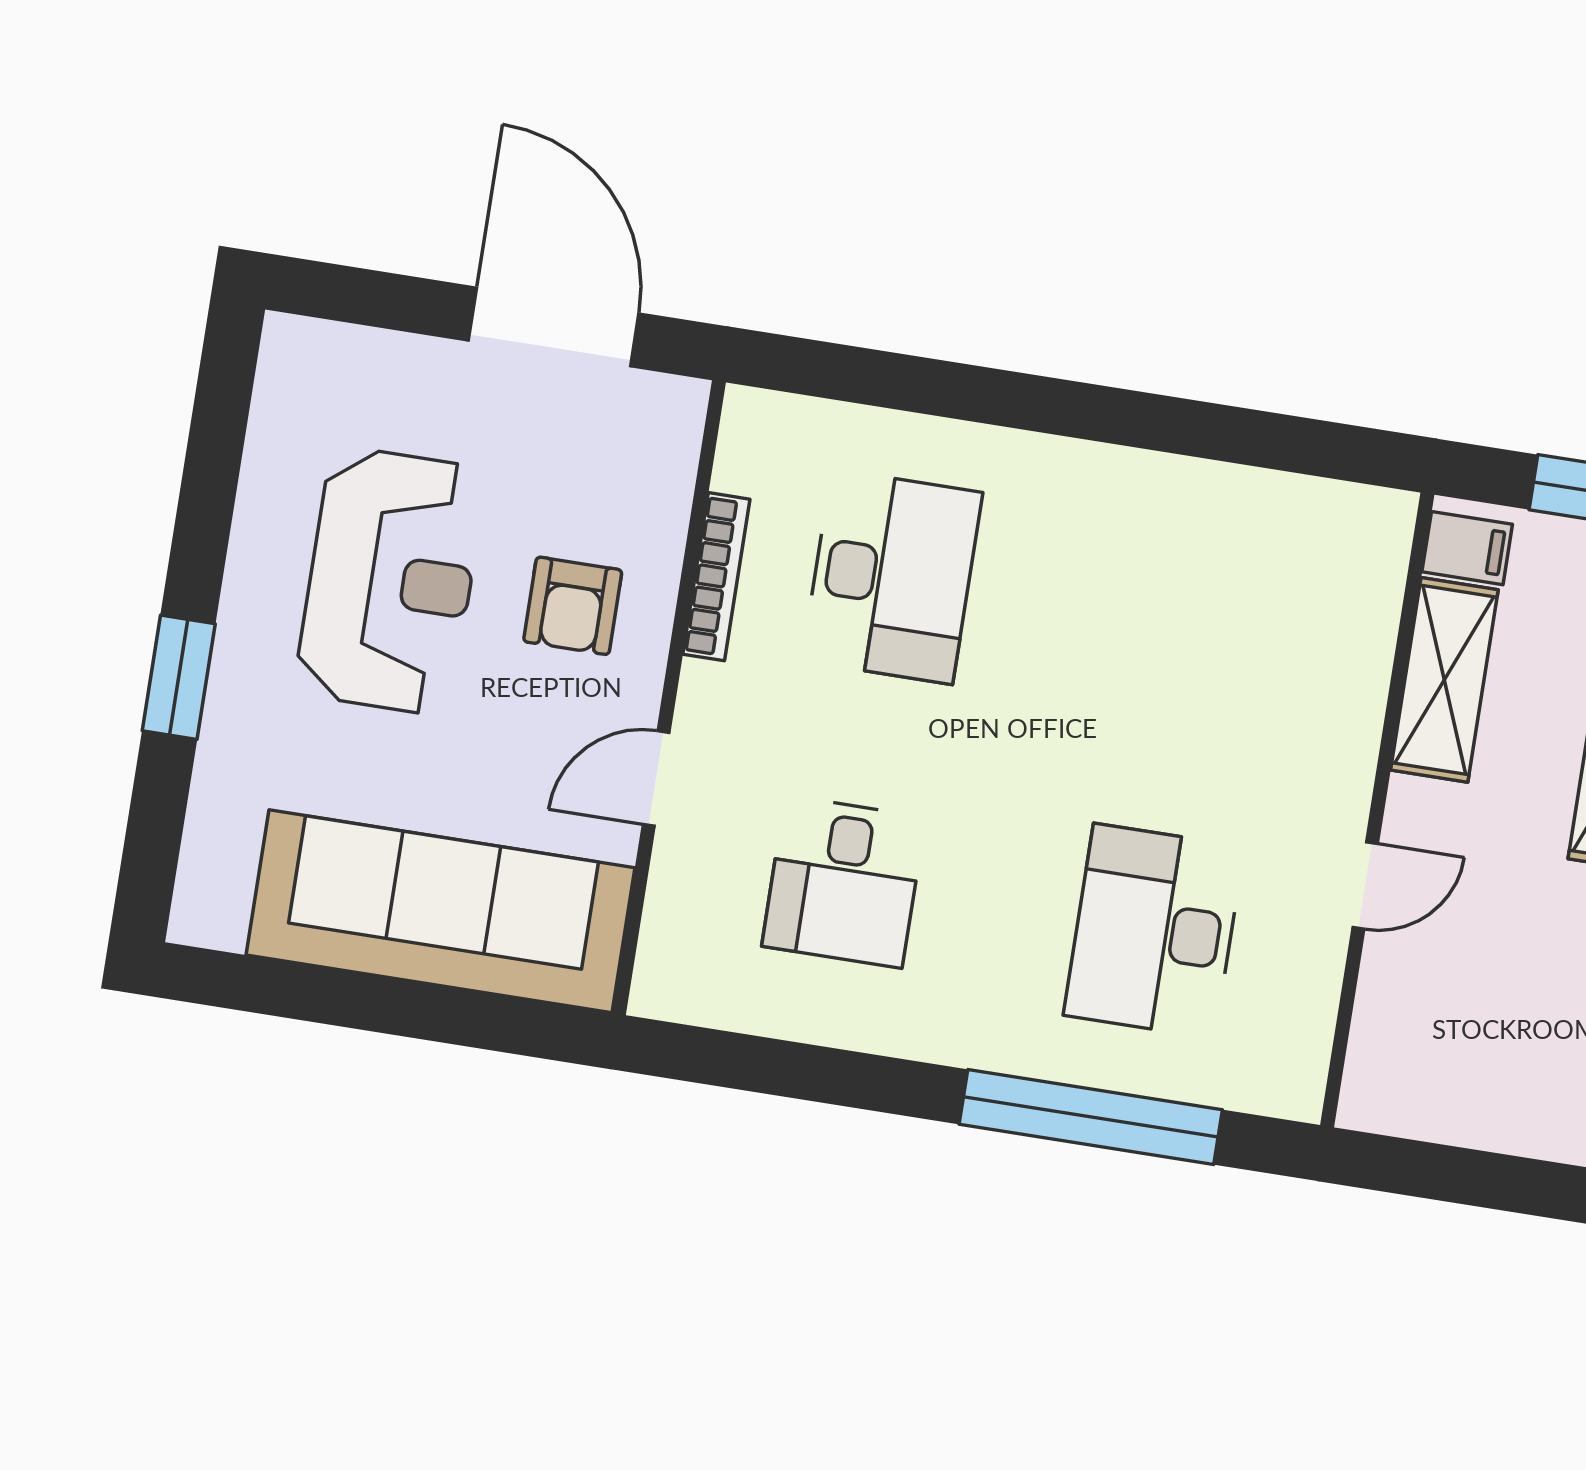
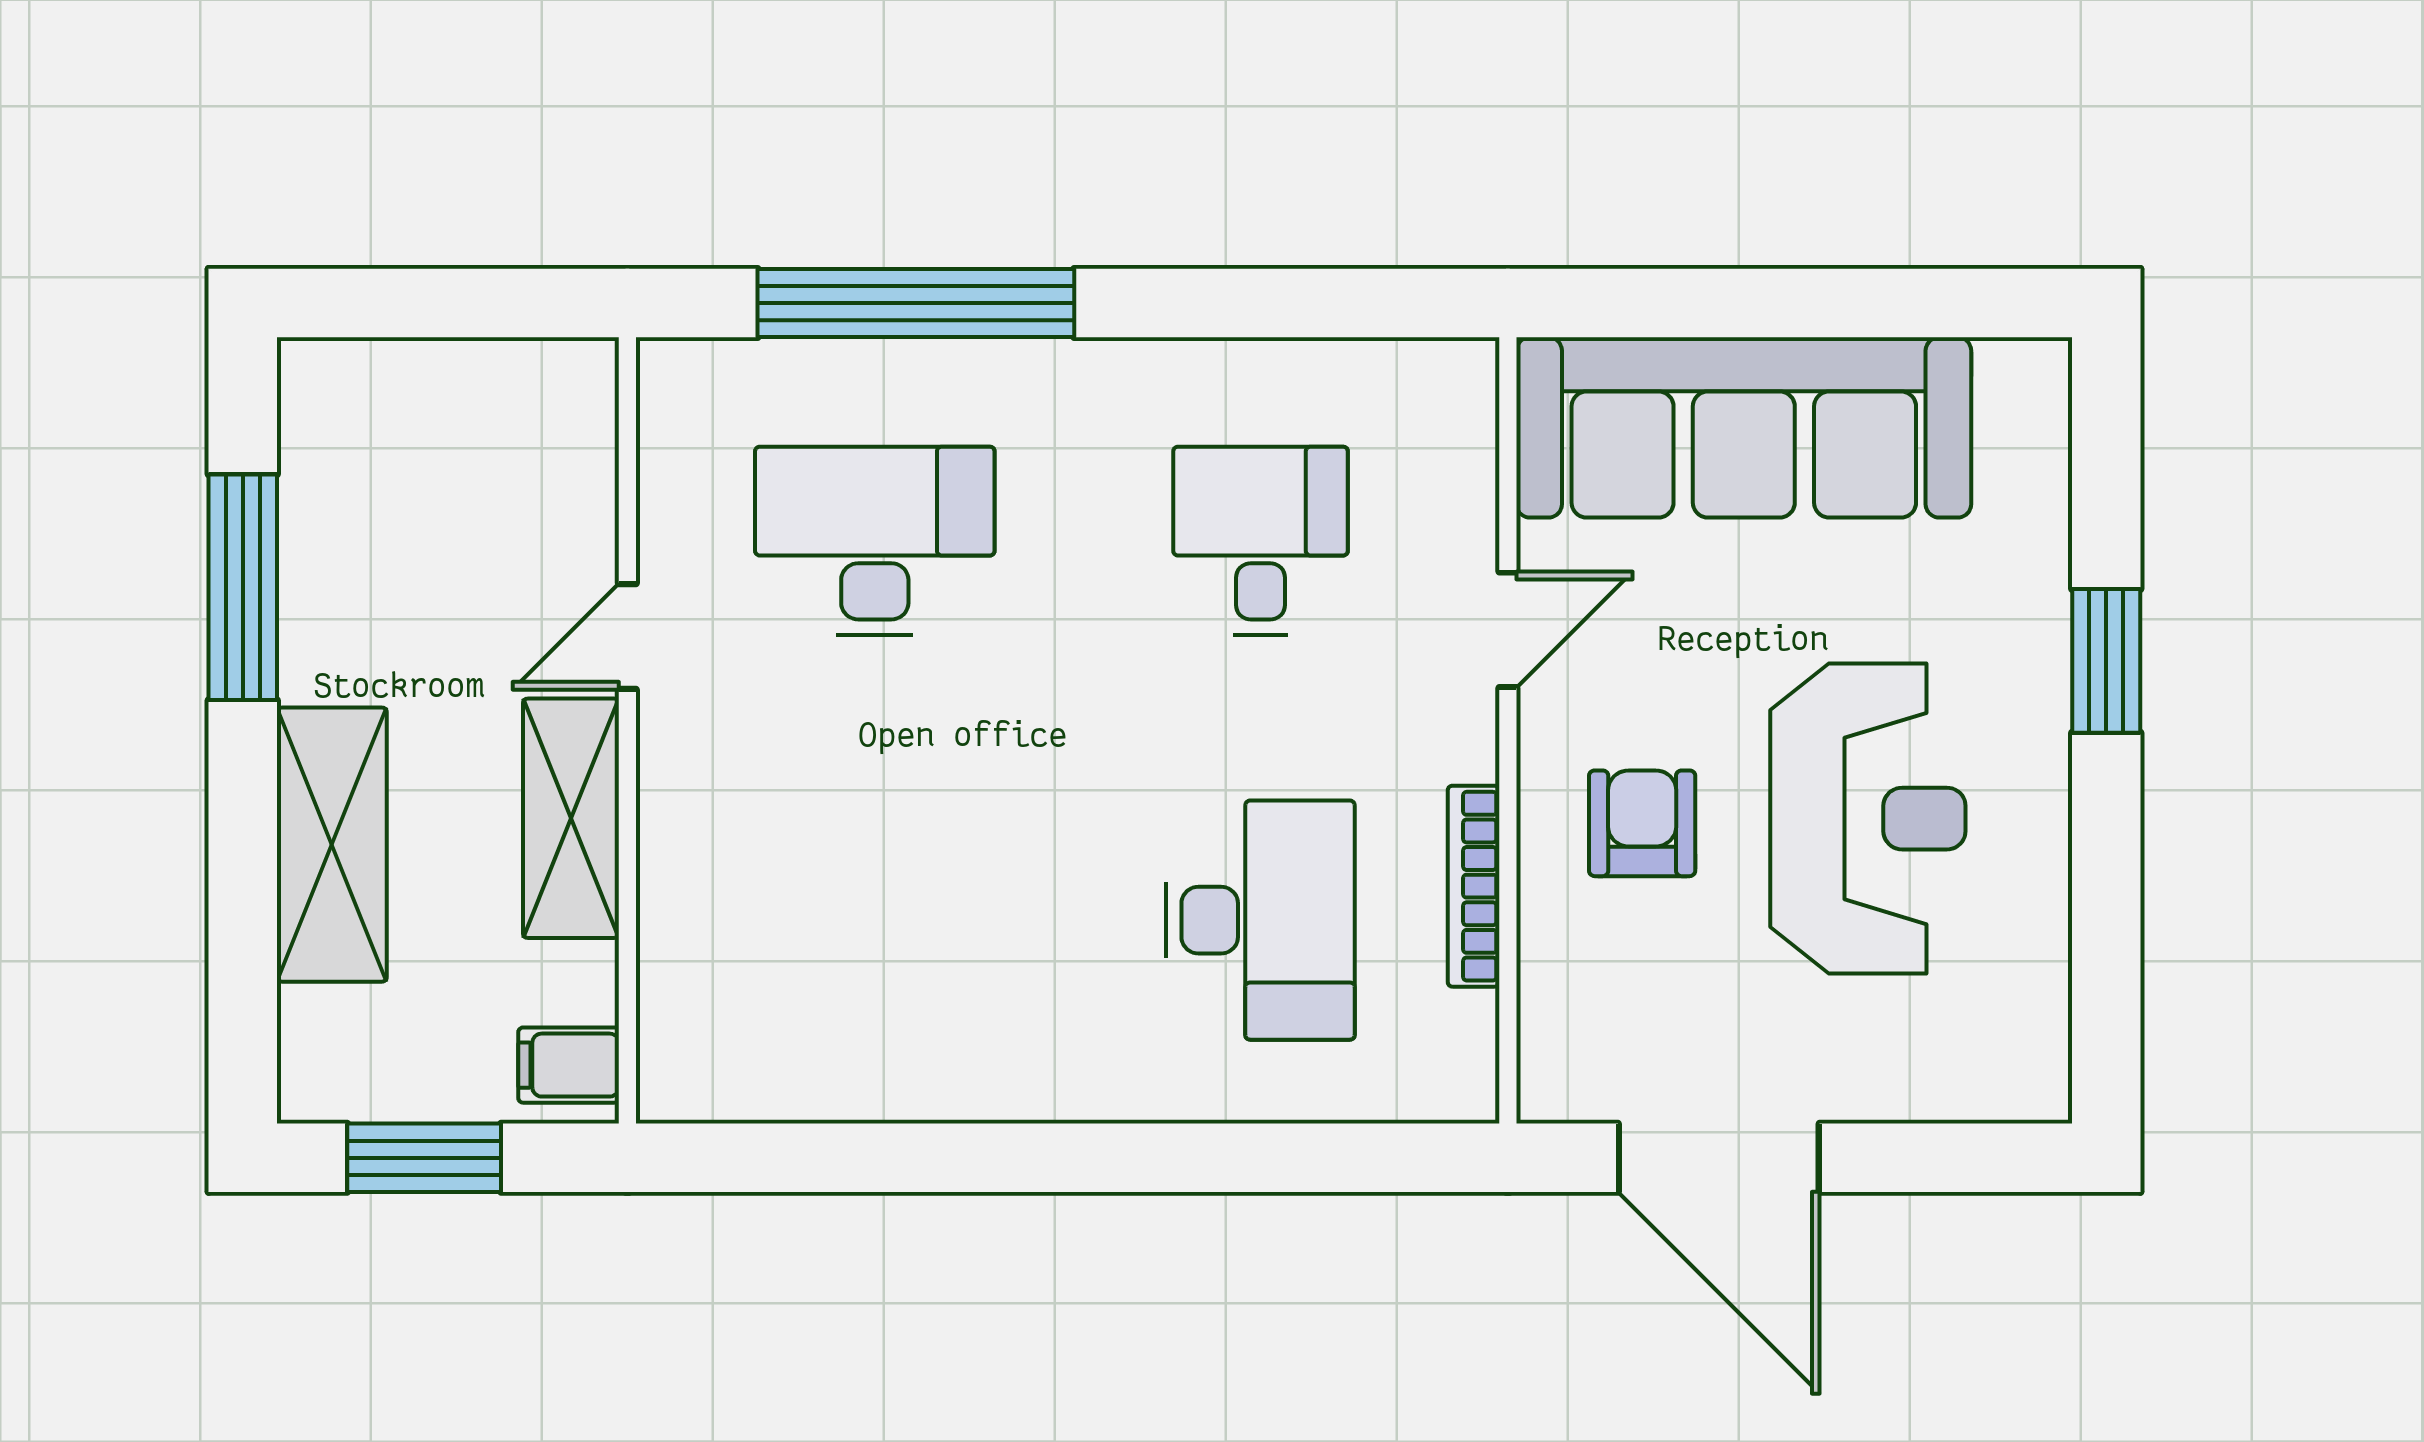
desk: (892, 577) -> (1261, 920), turned 180
reception desk: (391, 581) -> (1868, 819), turned 180
shelving: (1444, 680) -> (571, 818), moved
desk: (1154, 931) -> (875, 541), turned -90

